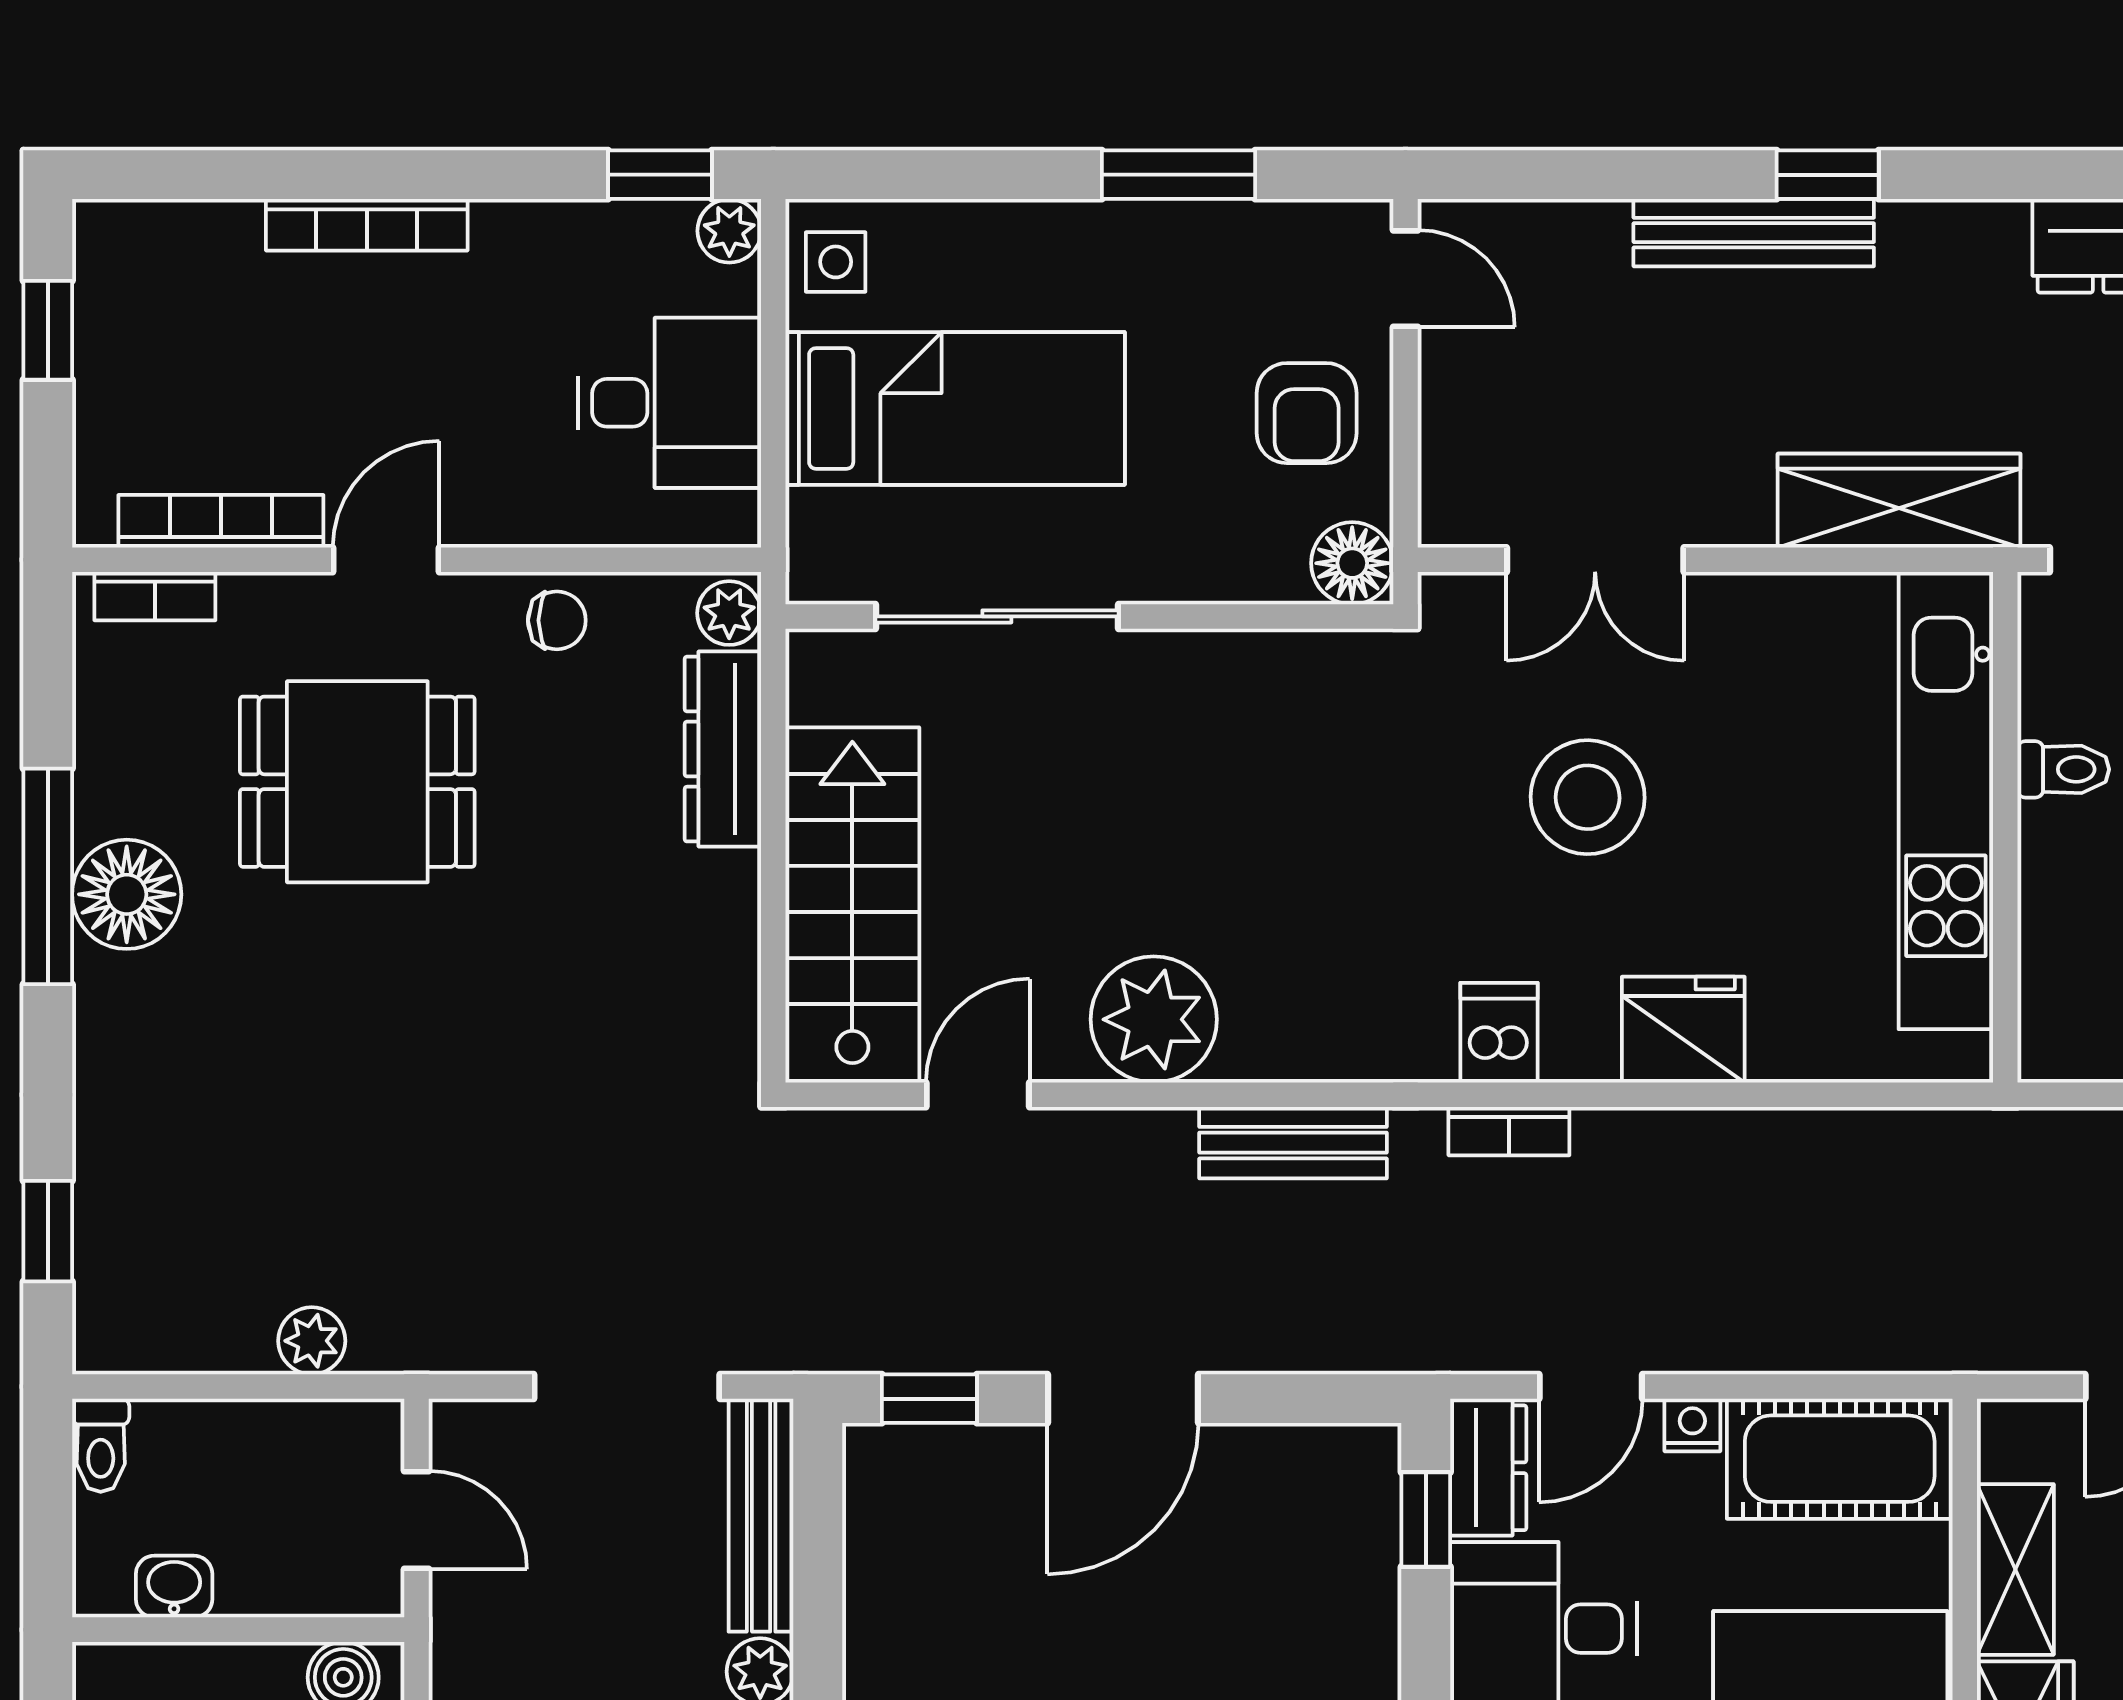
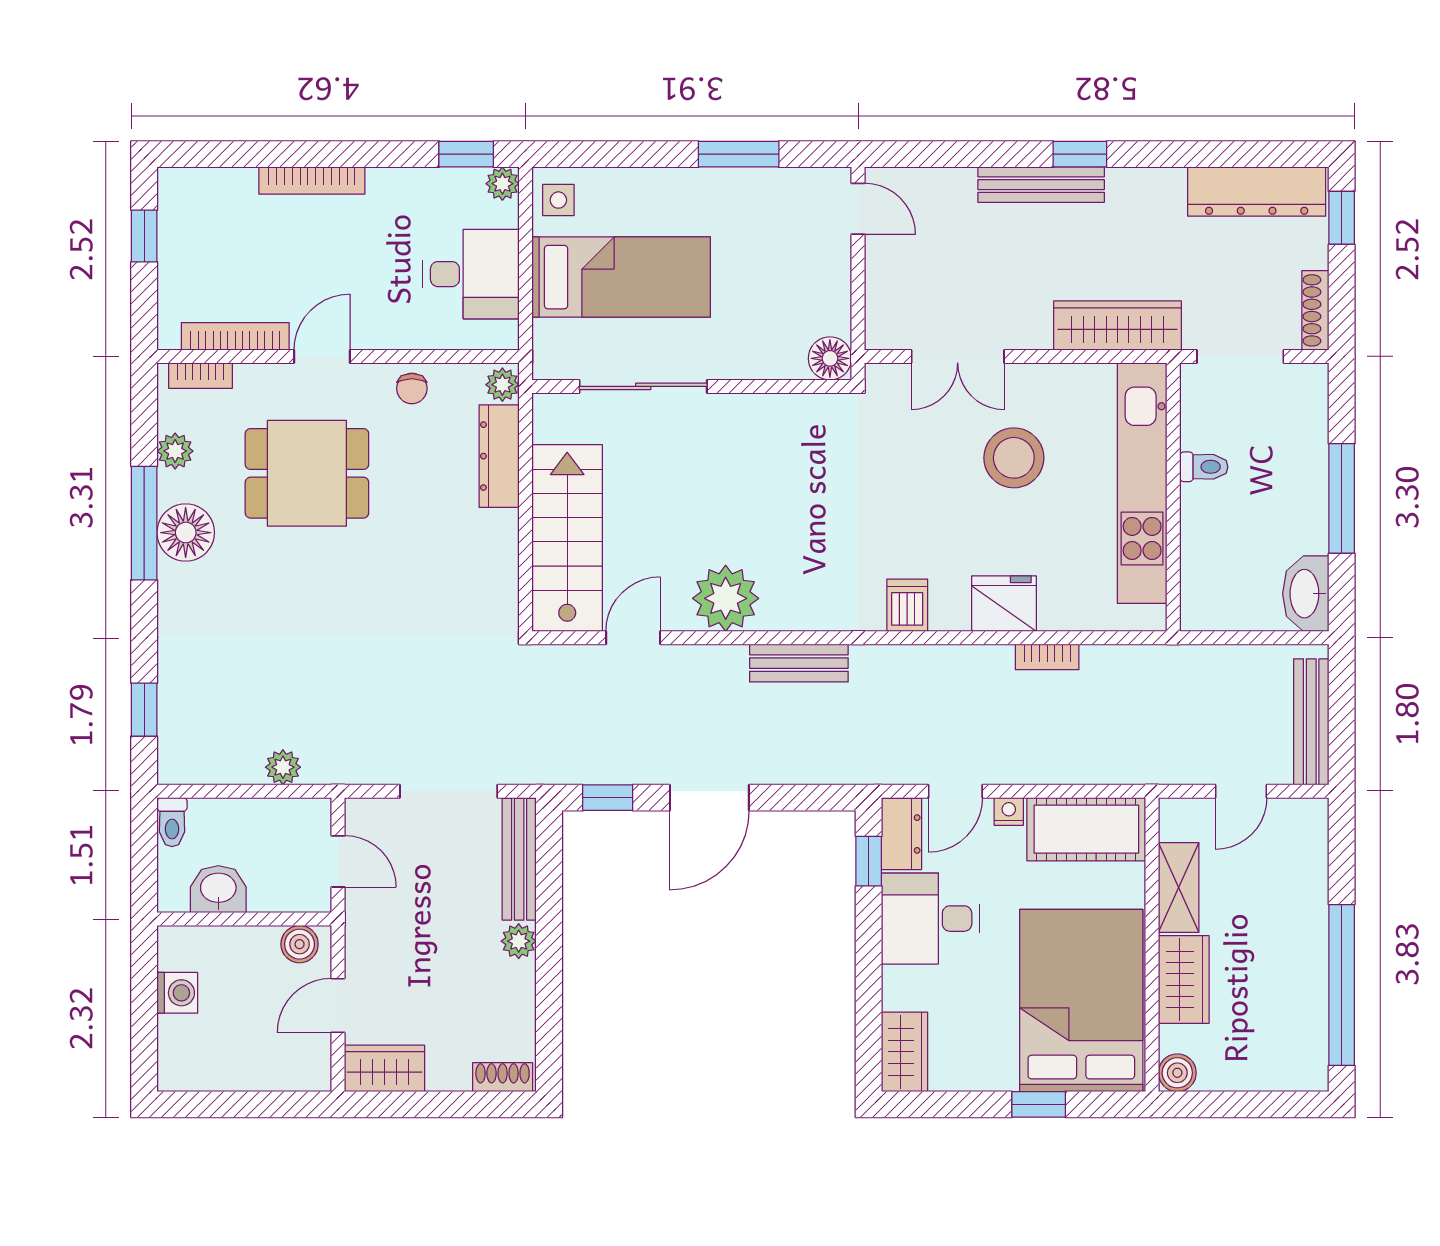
armchair: (1307, 413) -> (806, 279), removed
chair: (557, 620) -> (412, 388), turned 90
plant: (107, 739) -> (175, 451), added
stool: (1588, 797) -> (1014, 458), moved
bookcase: (1509, 1131) -> (1047, 657), moved
washbasin: (174, 1587) -> (218, 889), width x1.38, depth x1.45

